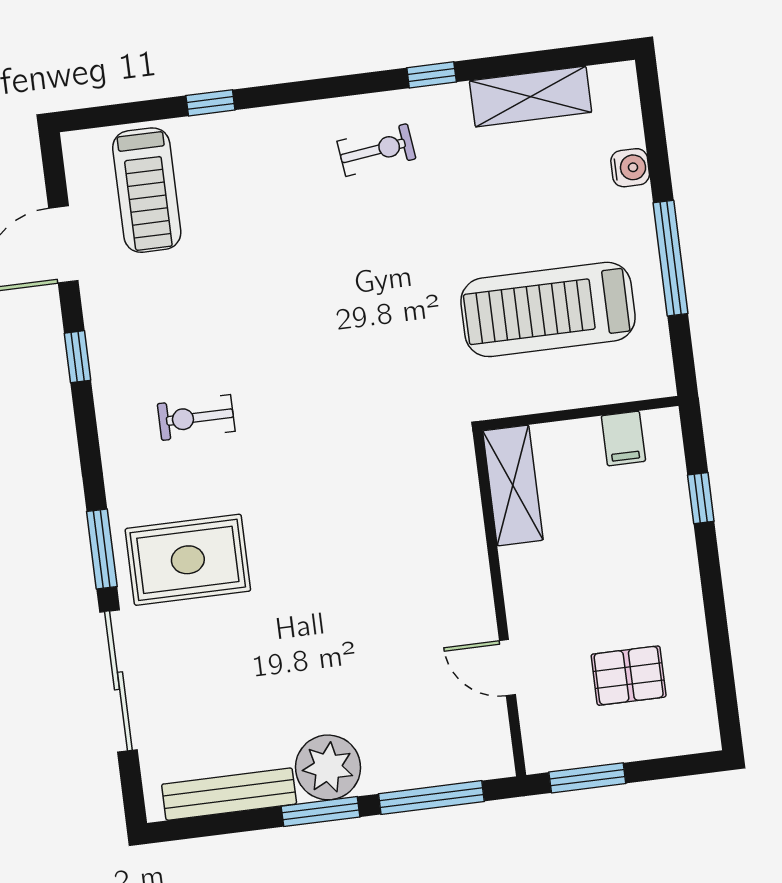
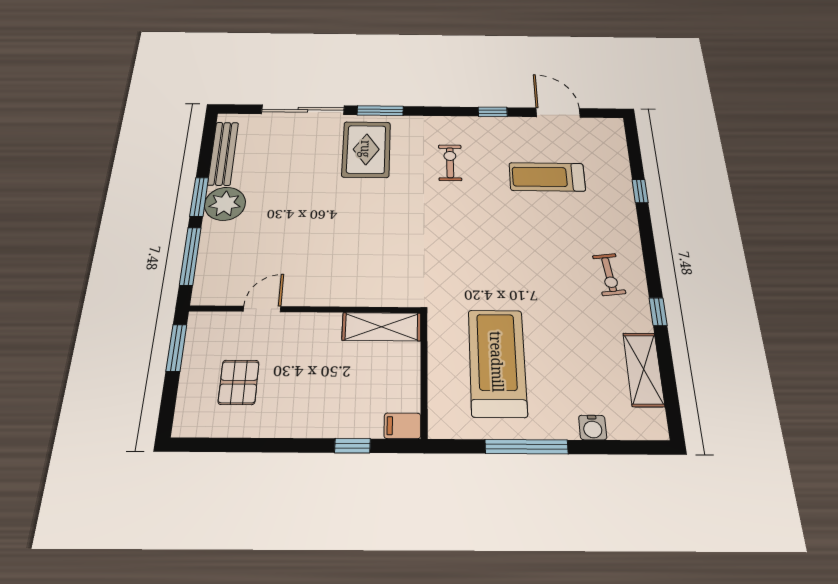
treadmill: (147, 190) -> (547, 177), moved
filing cabinet: (623, 438) -> (402, 426), moved

